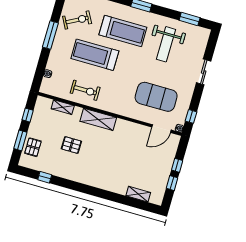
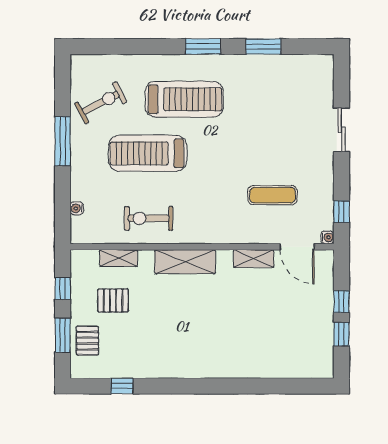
window: (190, 19) -> (263, 47), moved
weight bench: (166, 44) -> (264, 101), removed
exercise bike: (85, 90) -> (149, 218), turned 180
exercise mat: (156, 97) -> (273, 195), width x0.50, depth x0.69
door: (161, 129) -> (297, 247), hinge flipped
pallet: (71, 145) -> (113, 300), moved
shelving: (138, 194) -> (254, 259), moved

